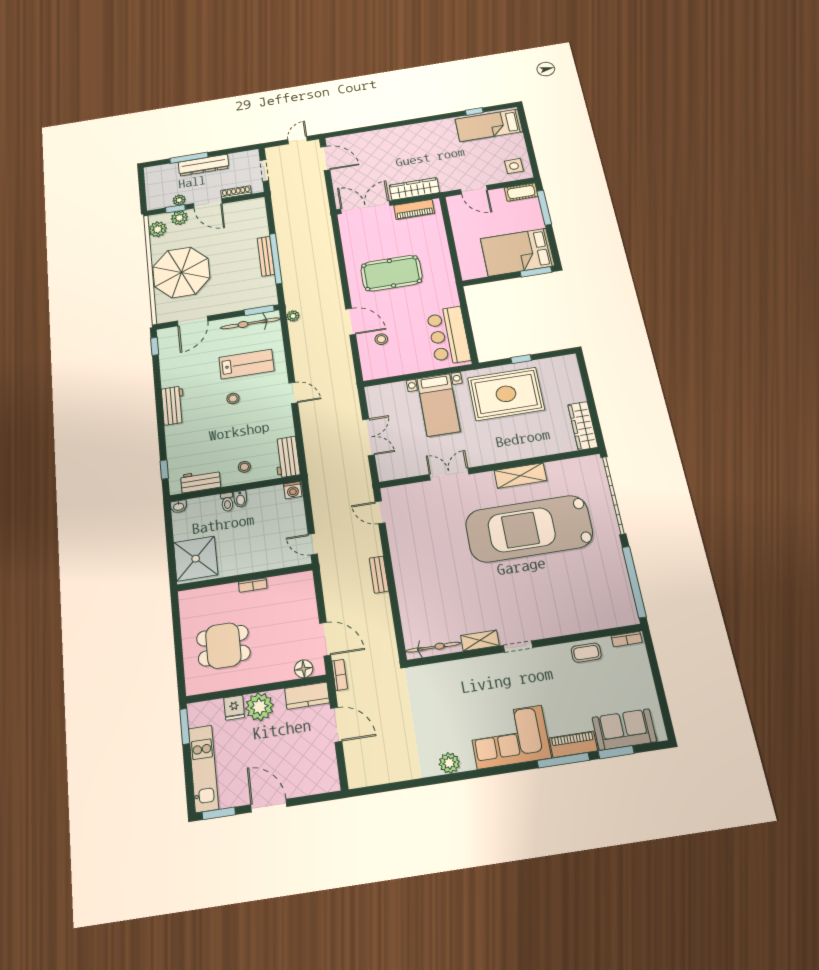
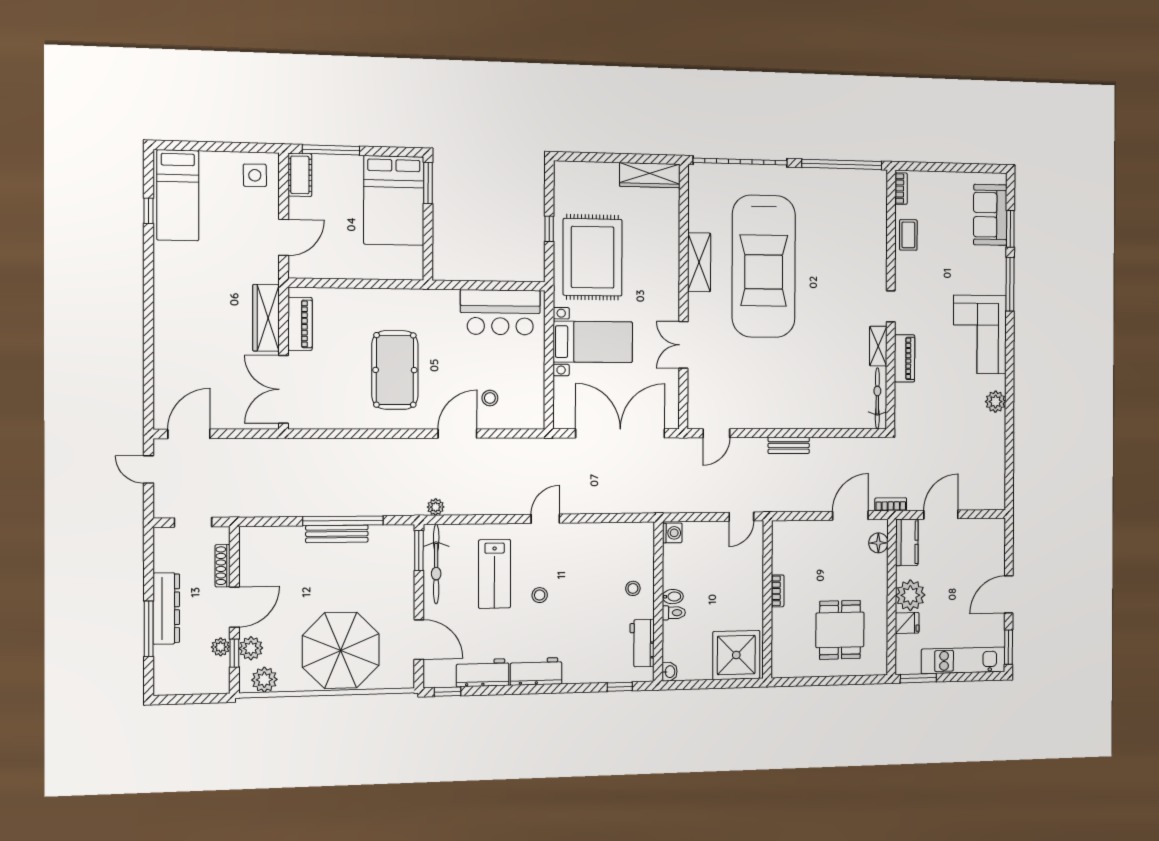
lab bench: (247, 364) -> (495, 574), turned 180
double door: (368, 437) -> (620, 433), width x1.87
workbench: (287, 457) -> (483, 673), moved, turned 180
piano: (573, 744) -> (905, 358), moved, turned 180

